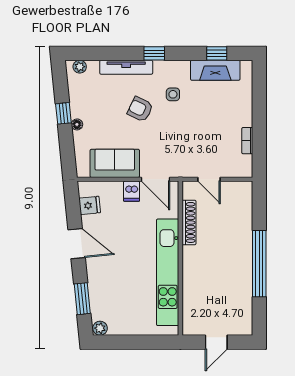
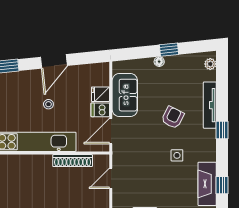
side table: (173, 94) -> (177, 155), moved
fridge: (90, 205) -> (100, 94), moved, turned 96
stool: (125, 250) -> (48, 104), added

